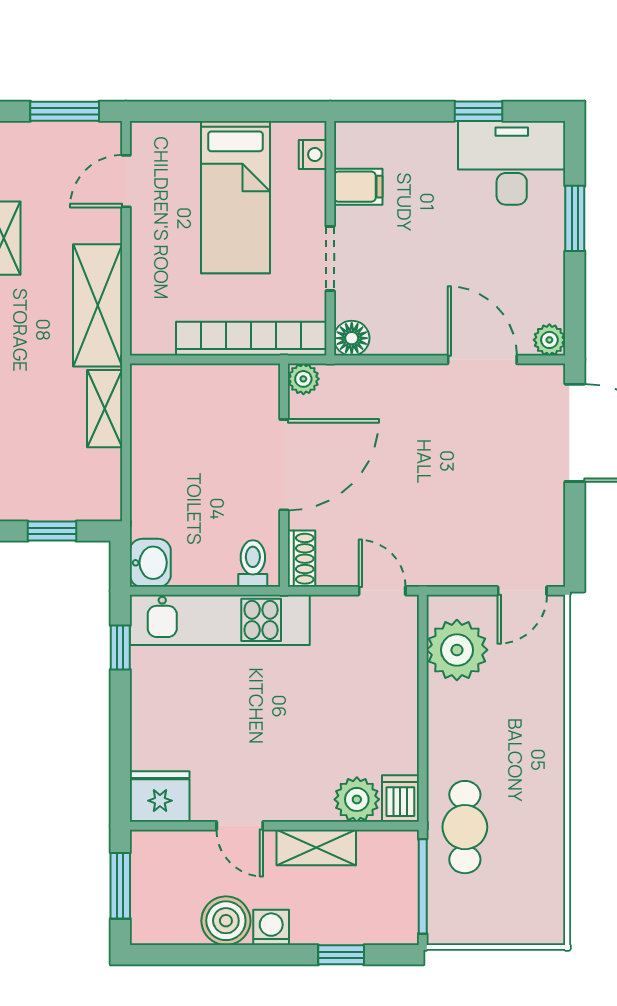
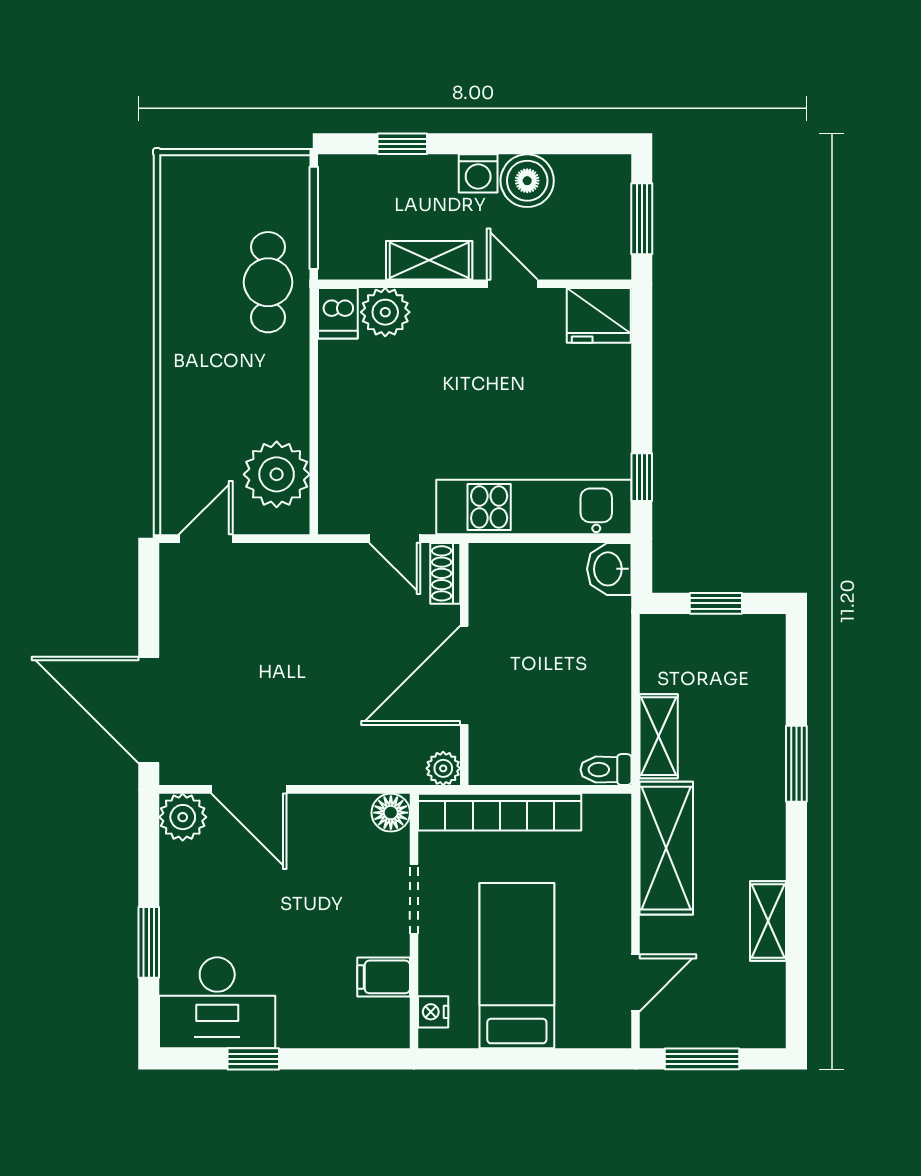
plant: (549, 340) -> (183, 817), width x1.38, depth x1.38
toilet: (253, 563) -> (606, 770), moved, turned 90
door: (382, 591) -> (395, 539), moved

